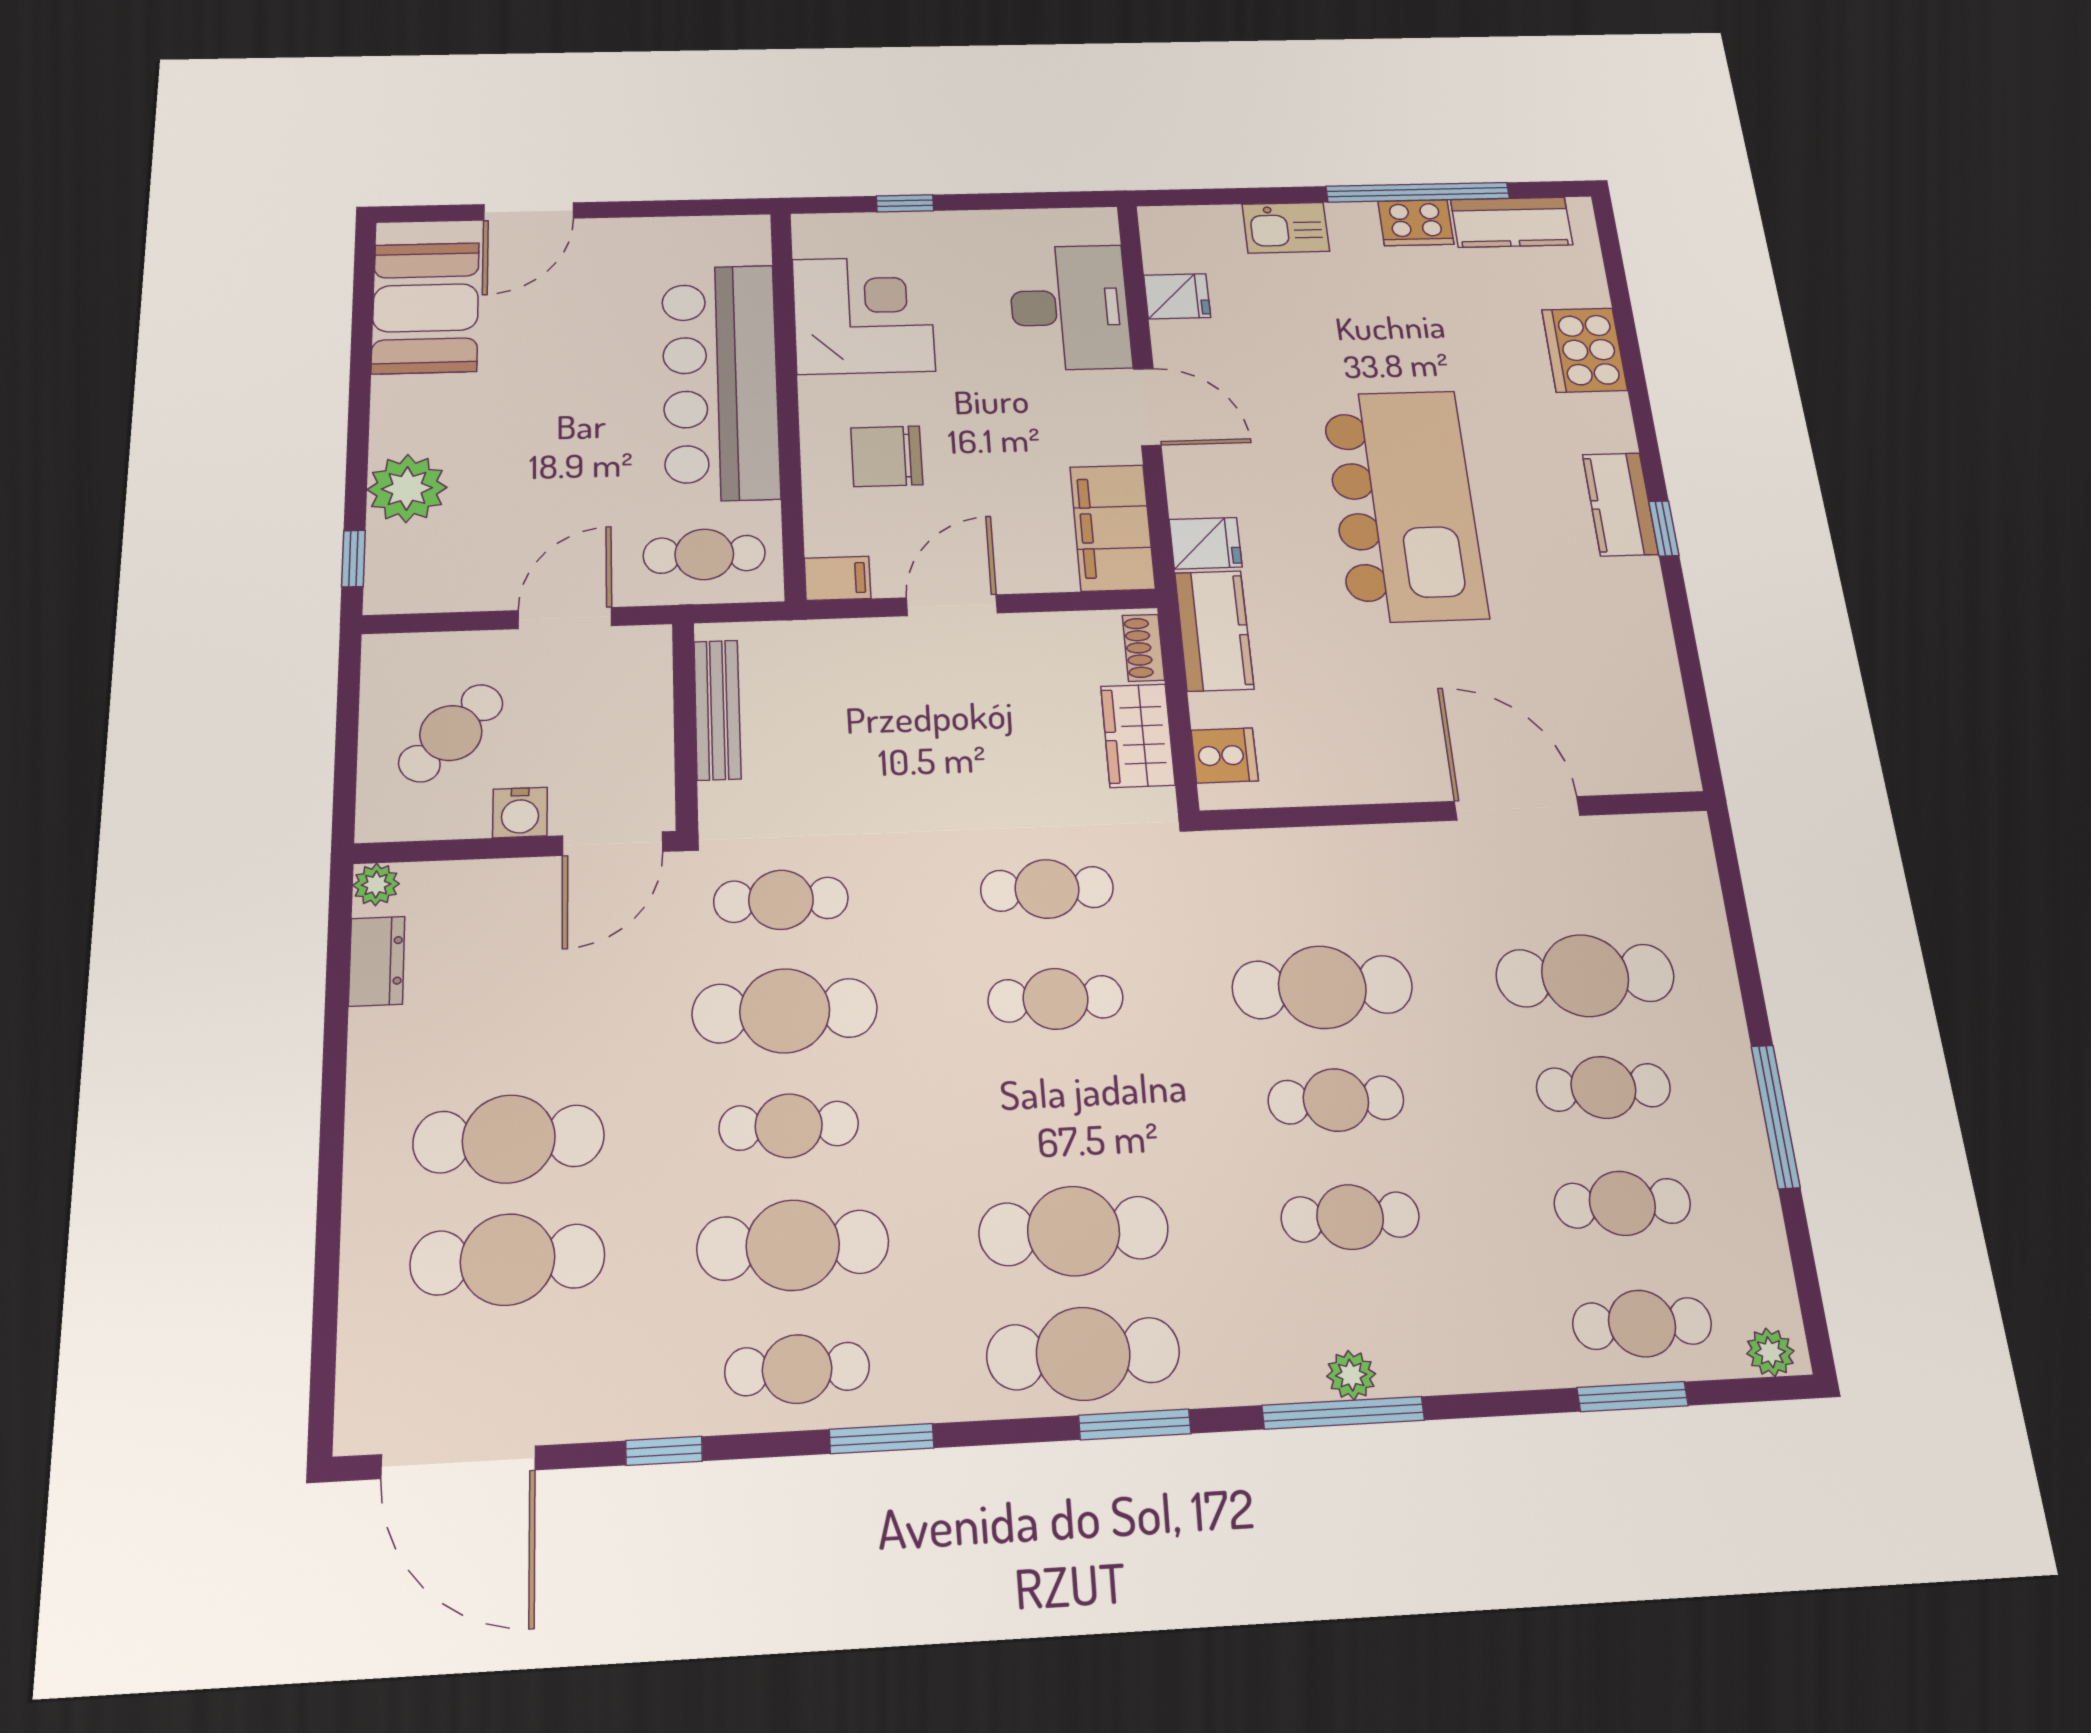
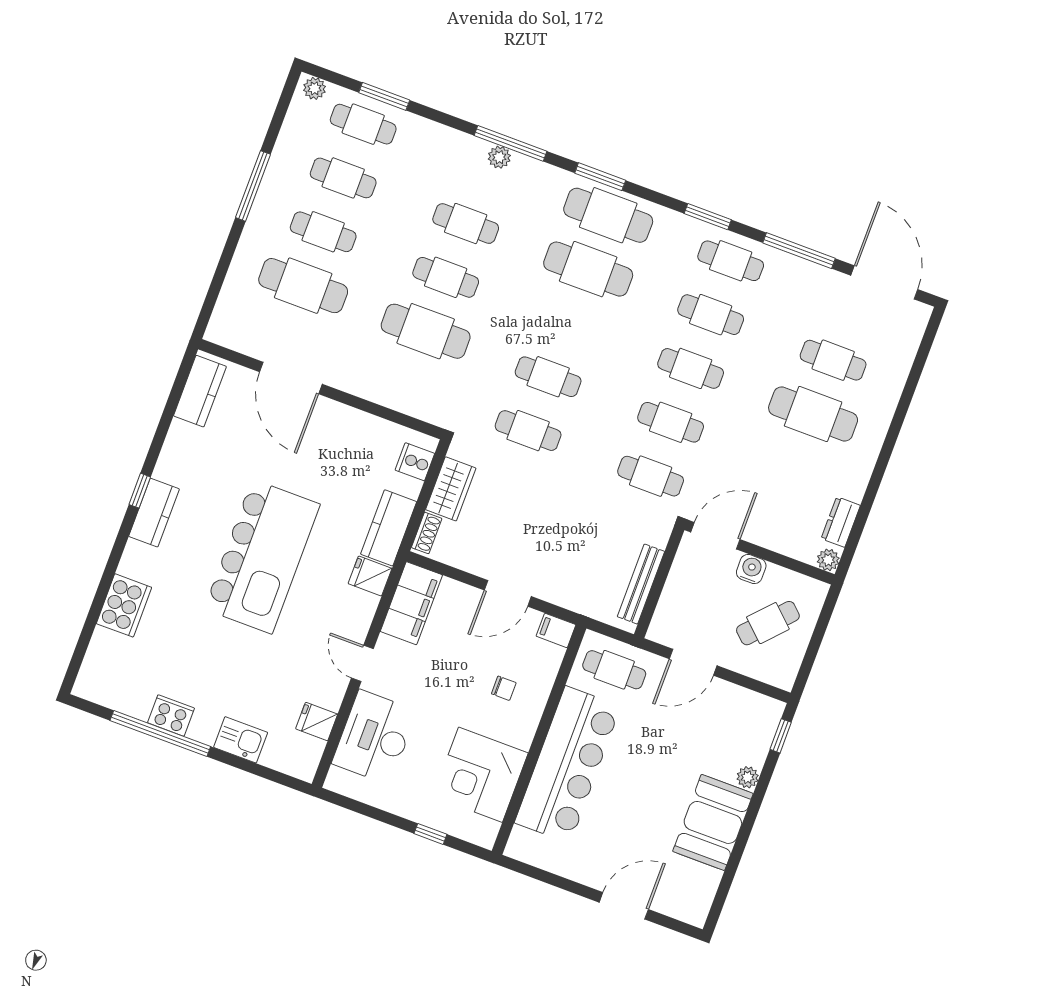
kitchen counter: (1512, 222) -> (200, 391), moved, turned 90
booth: (426, 308) -> (713, 822), moved
door: (1147, 407) -> (362, 663), width x0.73
chair: (887, 456) -> (504, 688), width x0.54, depth x0.54
plant: (407, 488) -> (748, 777), width x0.53, depth x0.53
kitchen island: (1404, 505) -> (262, 557), turned 180
cafe table: (785, 1011) -> (671, 422), width x0.73, depth x0.74
cafe table: (793, 1245) -> (711, 315), width x0.73, depth x0.74
cafe table: (508, 1259) -> (833, 360), width x0.73, depth x0.74
window: (664, 1451) -> (799, 251), width x2.17

